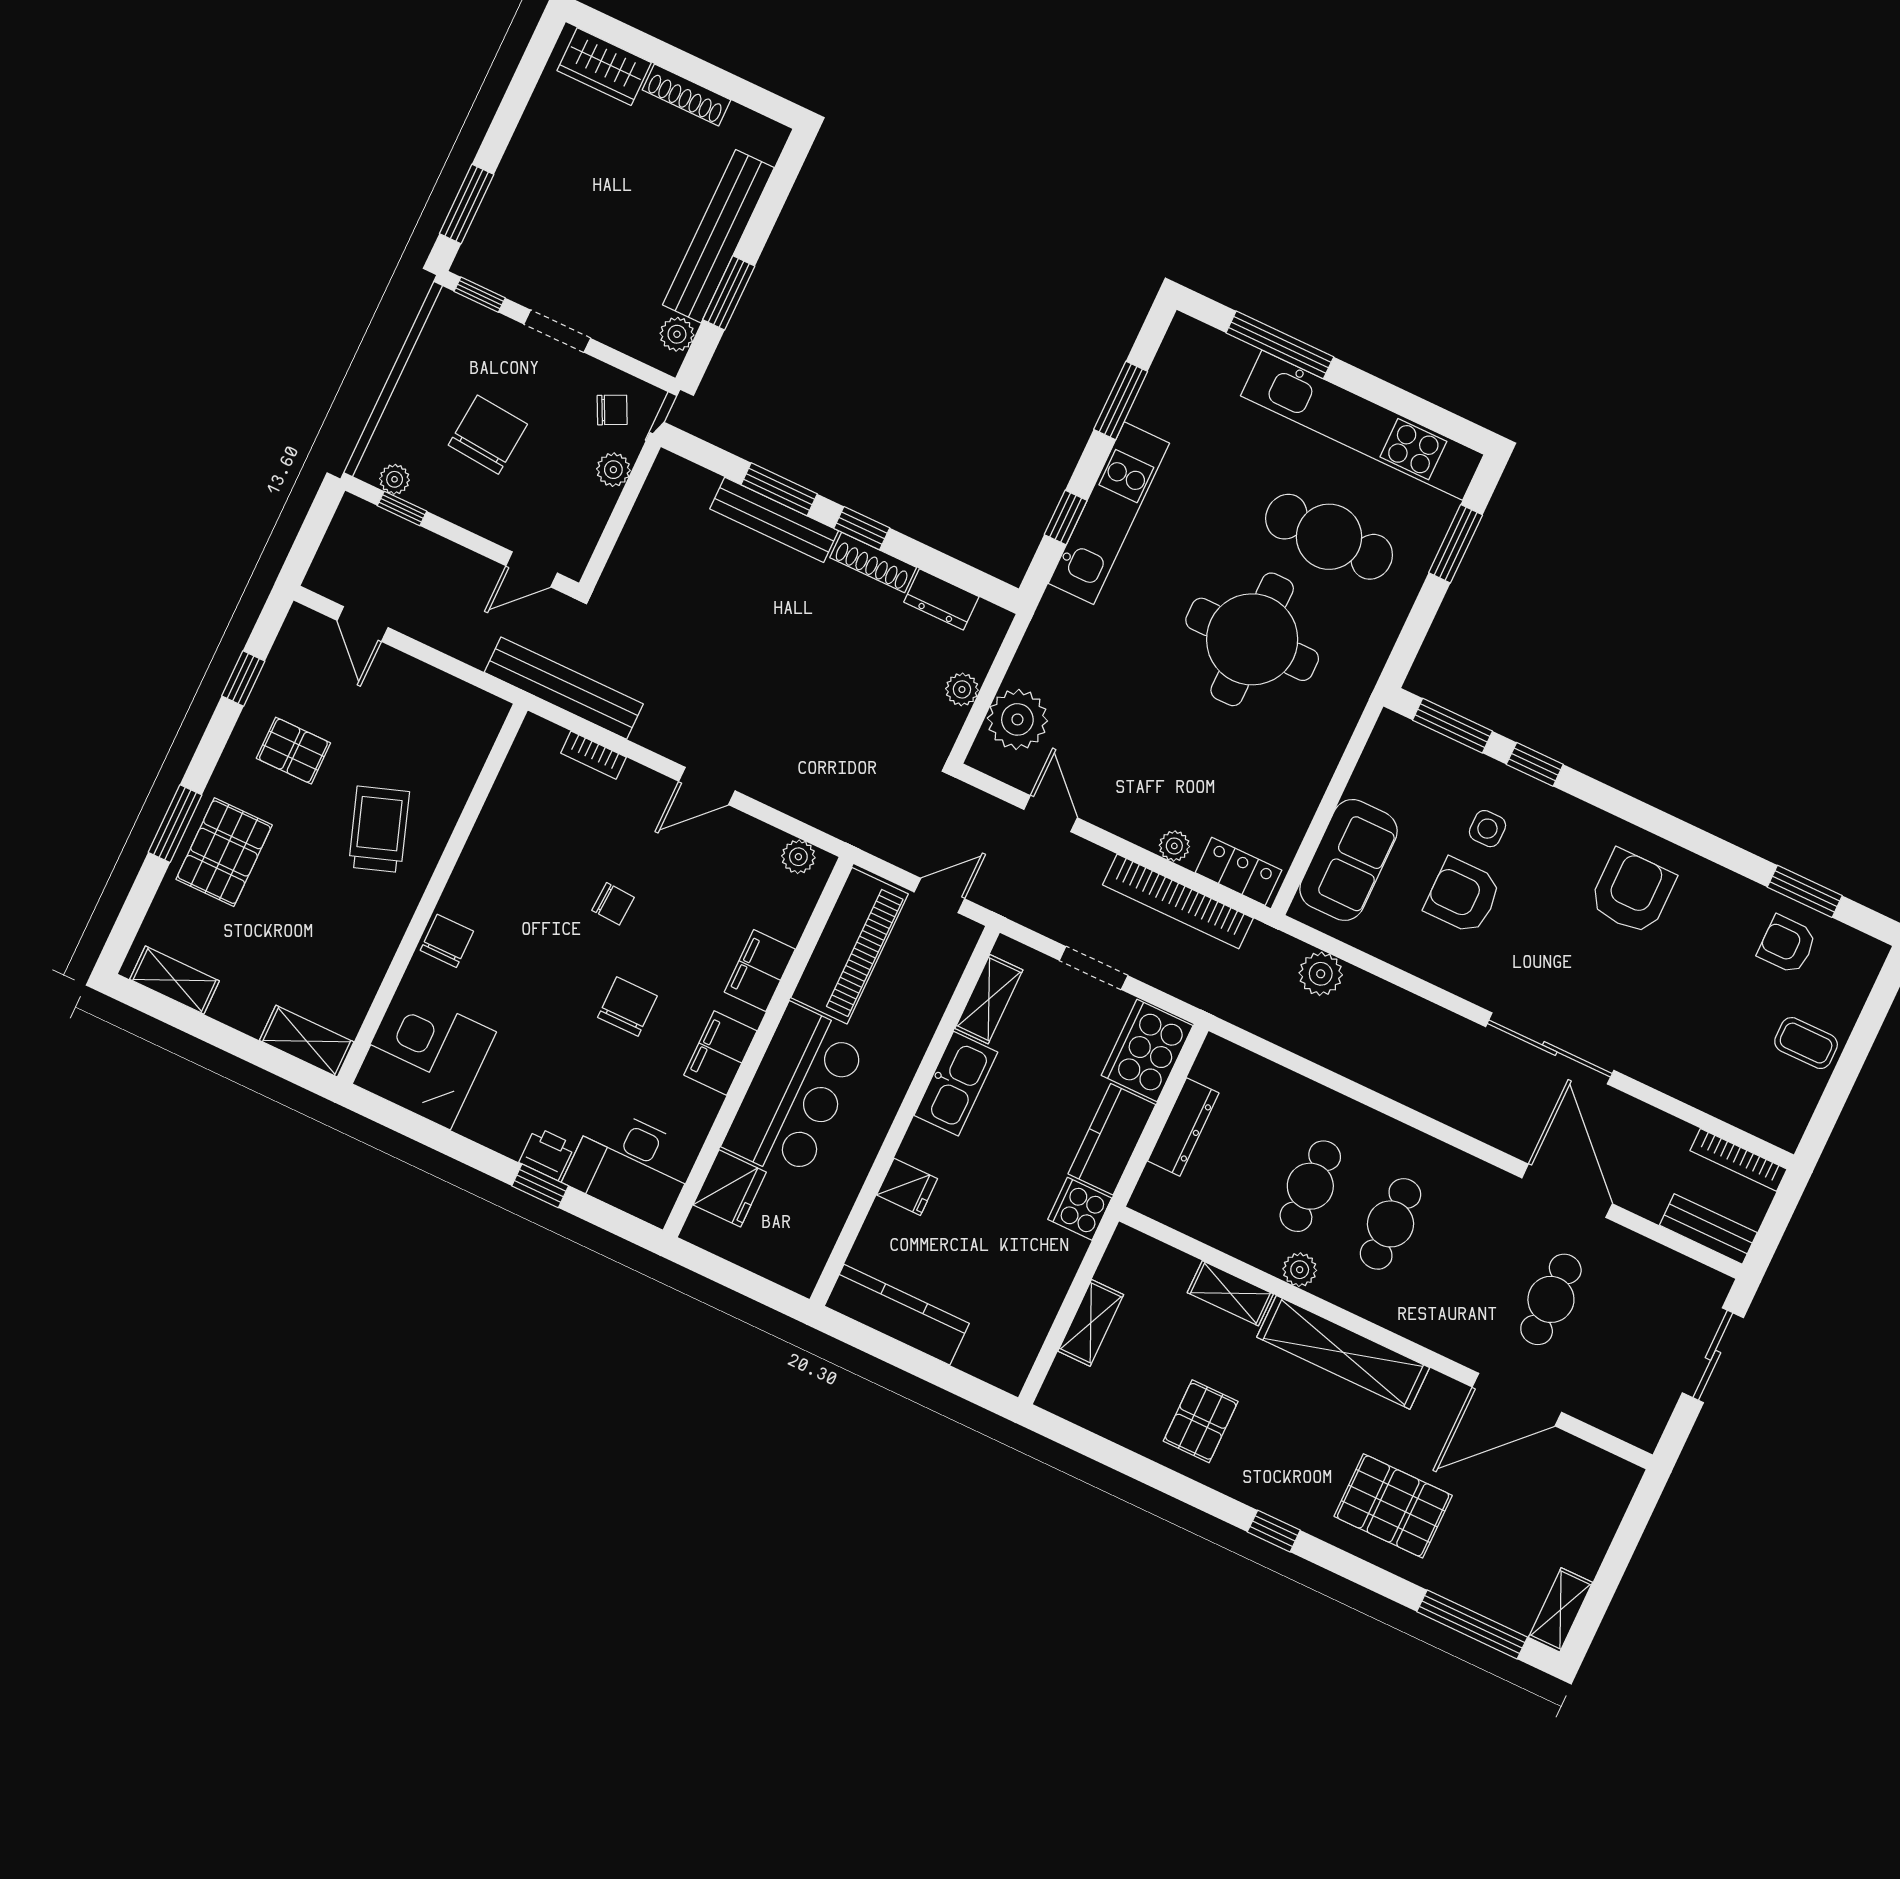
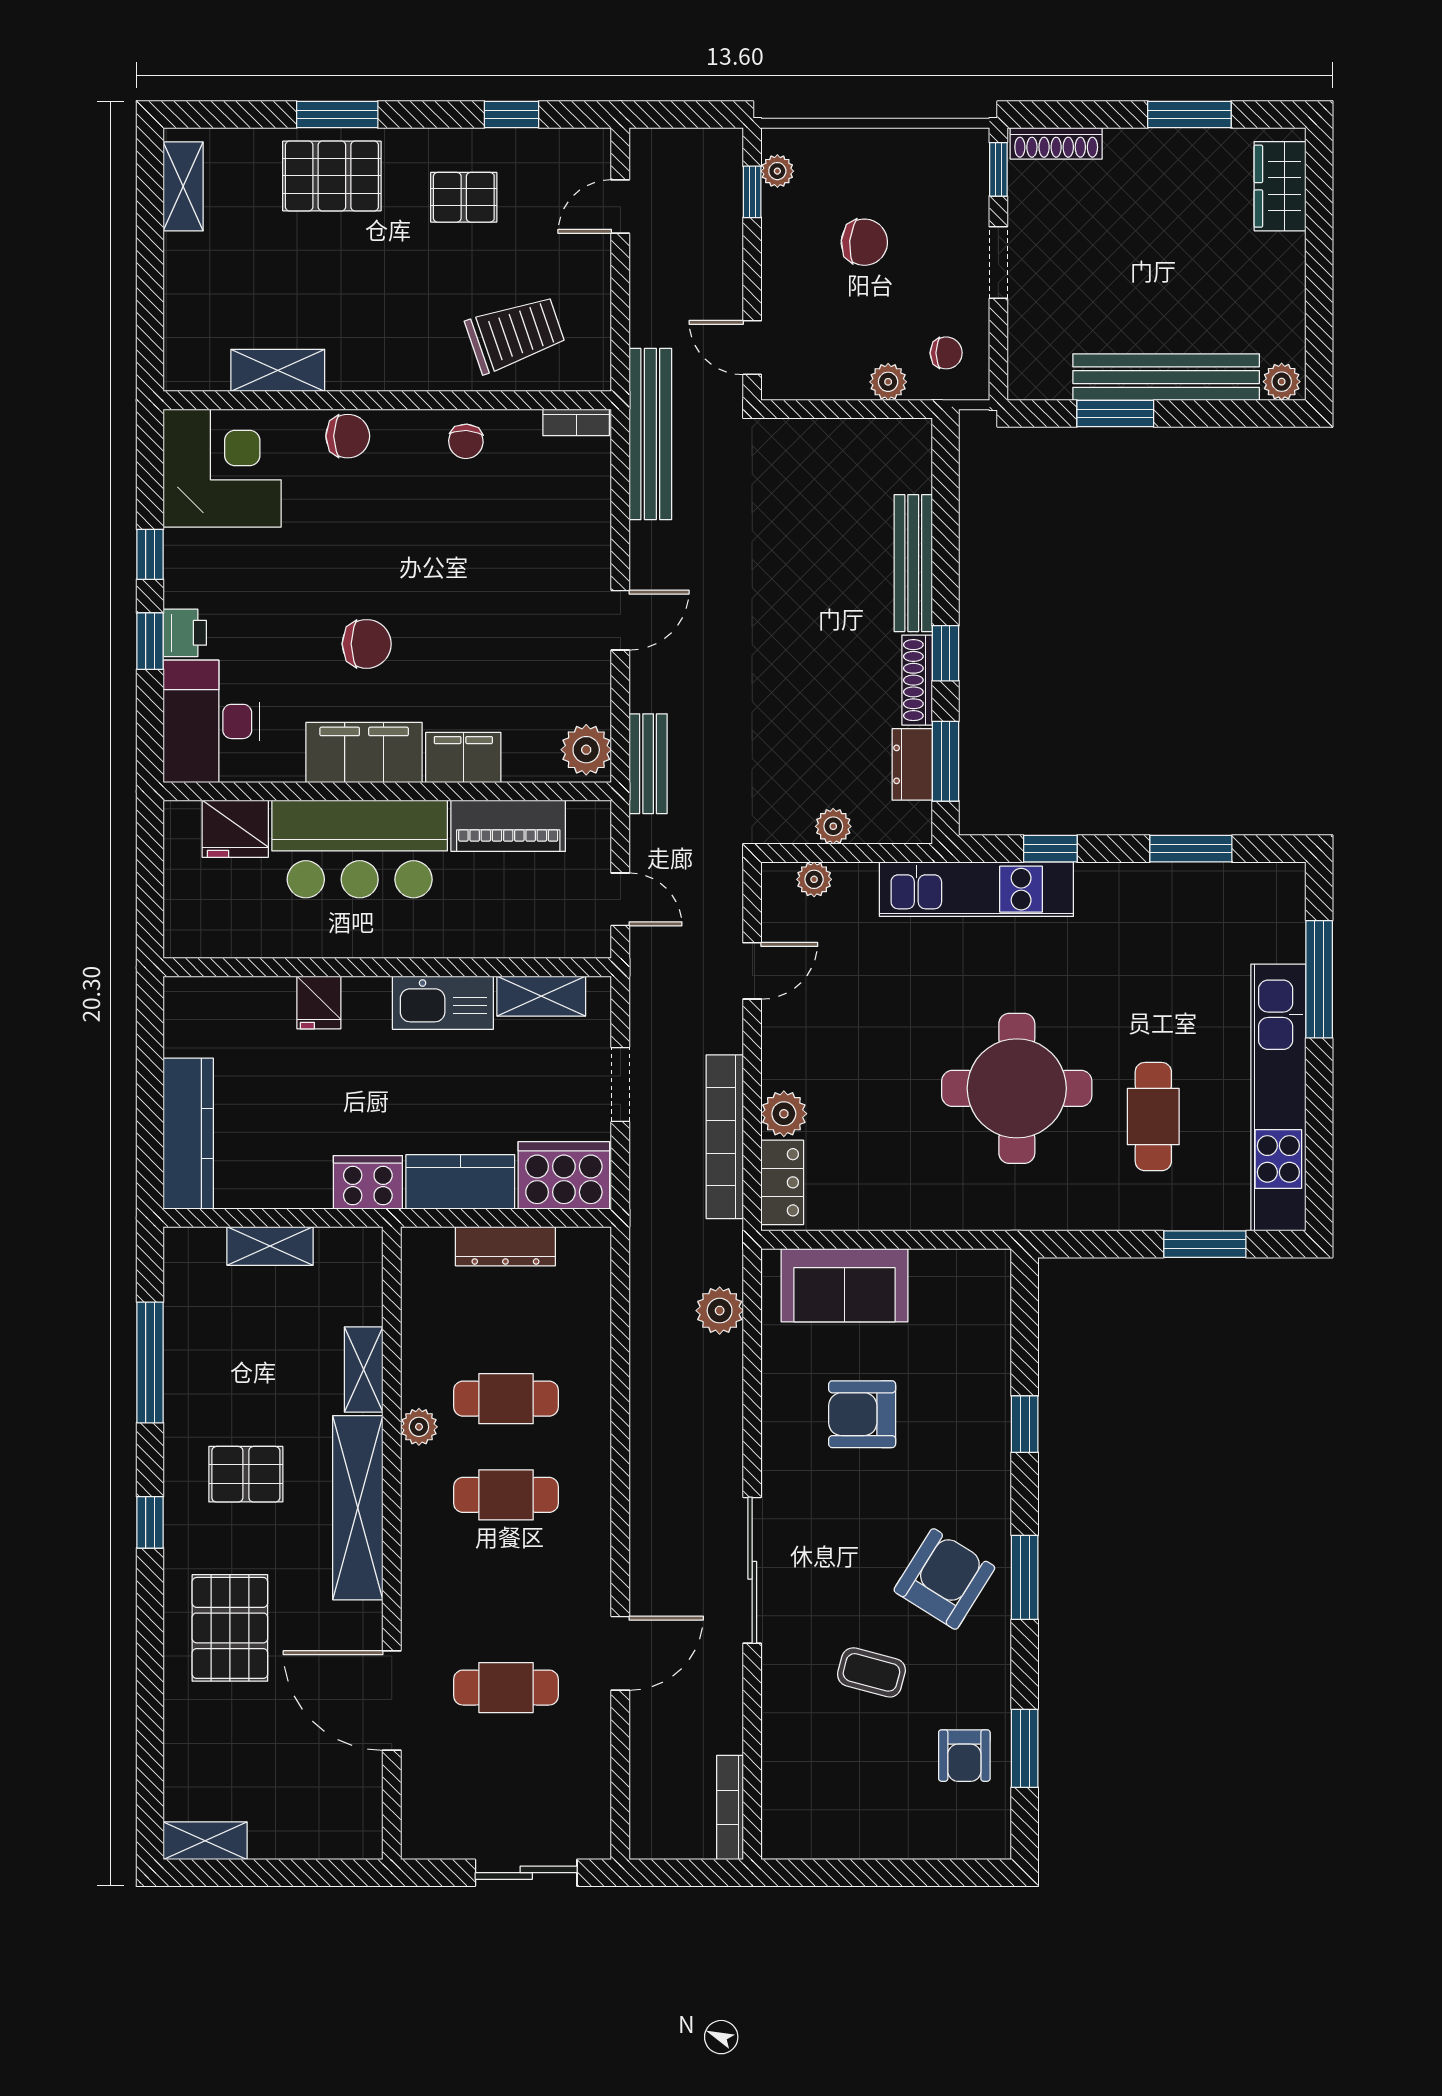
shoe rack: (686, 95) -> (1056, 143), moved, turned -90
window: (467, 204) -> (1189, 115), moved
plant: (677, 334) -> (1282, 382), moved
chair: (612, 410) -> (946, 353), turned -64
chair: (488, 435) -> (864, 242), width x0.73, depth x0.73
window: (779, 489) -> (946, 761), moved
kitchen unit: (1109, 513) -> (976, 889), moved
cafe table: (1329, 537) -> (1153, 1117), width x0.73, depth x0.74
plant: (1017, 719) -> (814, 879), width x0.53, depth x0.53
window: (1453, 726) -> (1025, 1577), moved
pallet: (293, 751) -> (464, 197), turned 90
bookcase: (594, 755) -> (576, 422), moved, turned -90
door: (707, 786) -> (620, 620), swing flipped
trolley: (379, 829) -> (515, 334), moved
side table: (1487, 829) -> (940, 1407), removed
plant: (1174, 846) -> (784, 1114), width x1.38, depth x1.38
plant: (798, 857) -> (586, 750), width x1.38, depth x1.38
armchair: (1632, 892) -> (944, 1579), turned -58
armchair: (1463, 896) -> (862, 1414), turned -90
chair: (613, 904) -> (466, 441), moved
armchair: (1787, 944) -> (964, 1756), turned 180
piano: (849, 946) -> (508, 826), width x0.73, depth x0.75
shelving: (307, 1041) -> (278, 370), moved, turned 90
coffee table: (1806, 1043) -> (871, 1672), moved, turned -75
filing cabinet: (720, 1053) -> (364, 753), width x1.50, depth x1.17
window: (468, 1152) -> (150, 554), added
door: (1567, 1191) -> (620, 1653), width x0.73
cooker: (1080, 1209) -> (368, 1182), width x1.36
bench: (1708, 1229) -> (648, 764), moved
kitchen counter: (897, 1315) -> (188, 1134), moved
pallet: (1201, 1421) -> (246, 1474), moved
window: (1472, 1624) -> (150, 1362), moved

